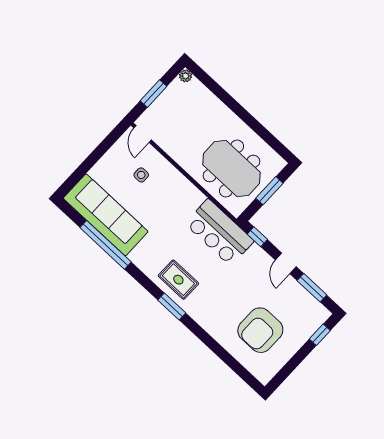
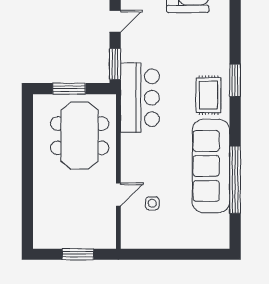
plant: (186, 76) -> (40, 242), removed
door: (143, 134) -> (118, 194), moved
sofa: (106, 215) -> (211, 166), moved
window: (257, 237) -> (115, 64), width x1.50

